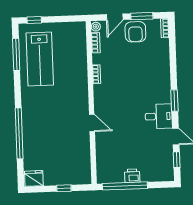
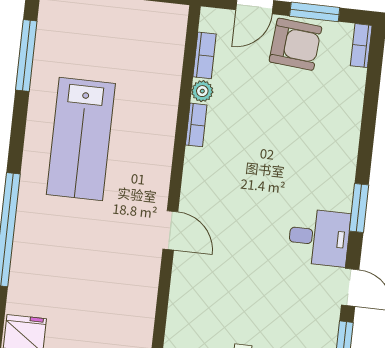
plant: (96, 27) -> (202, 91), moved
armchair: (135, 32) -> (295, 44), turned -85
lab bench: (40, 59) -> (81, 139), moved

